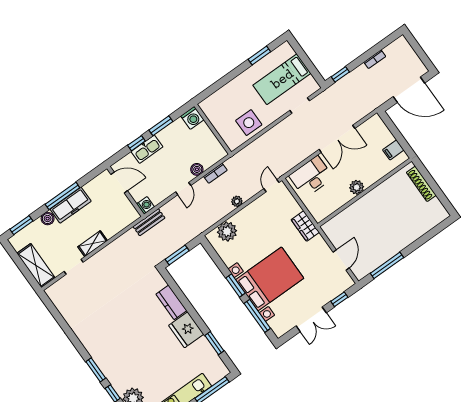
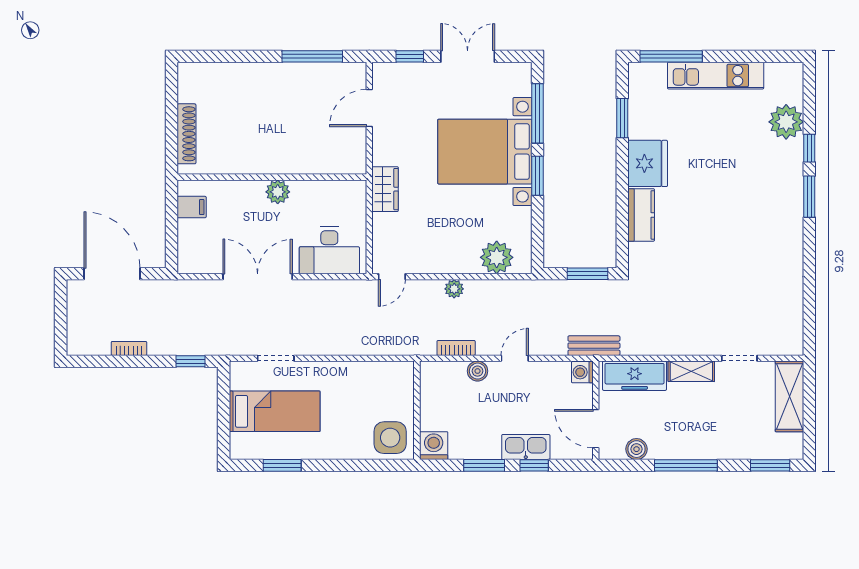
side table: (249, 123) -> (390, 438), moved
freezer: (71, 205) -> (635, 376), moved, turned 180
boiler: (48, 219) -> (636, 449), moved

